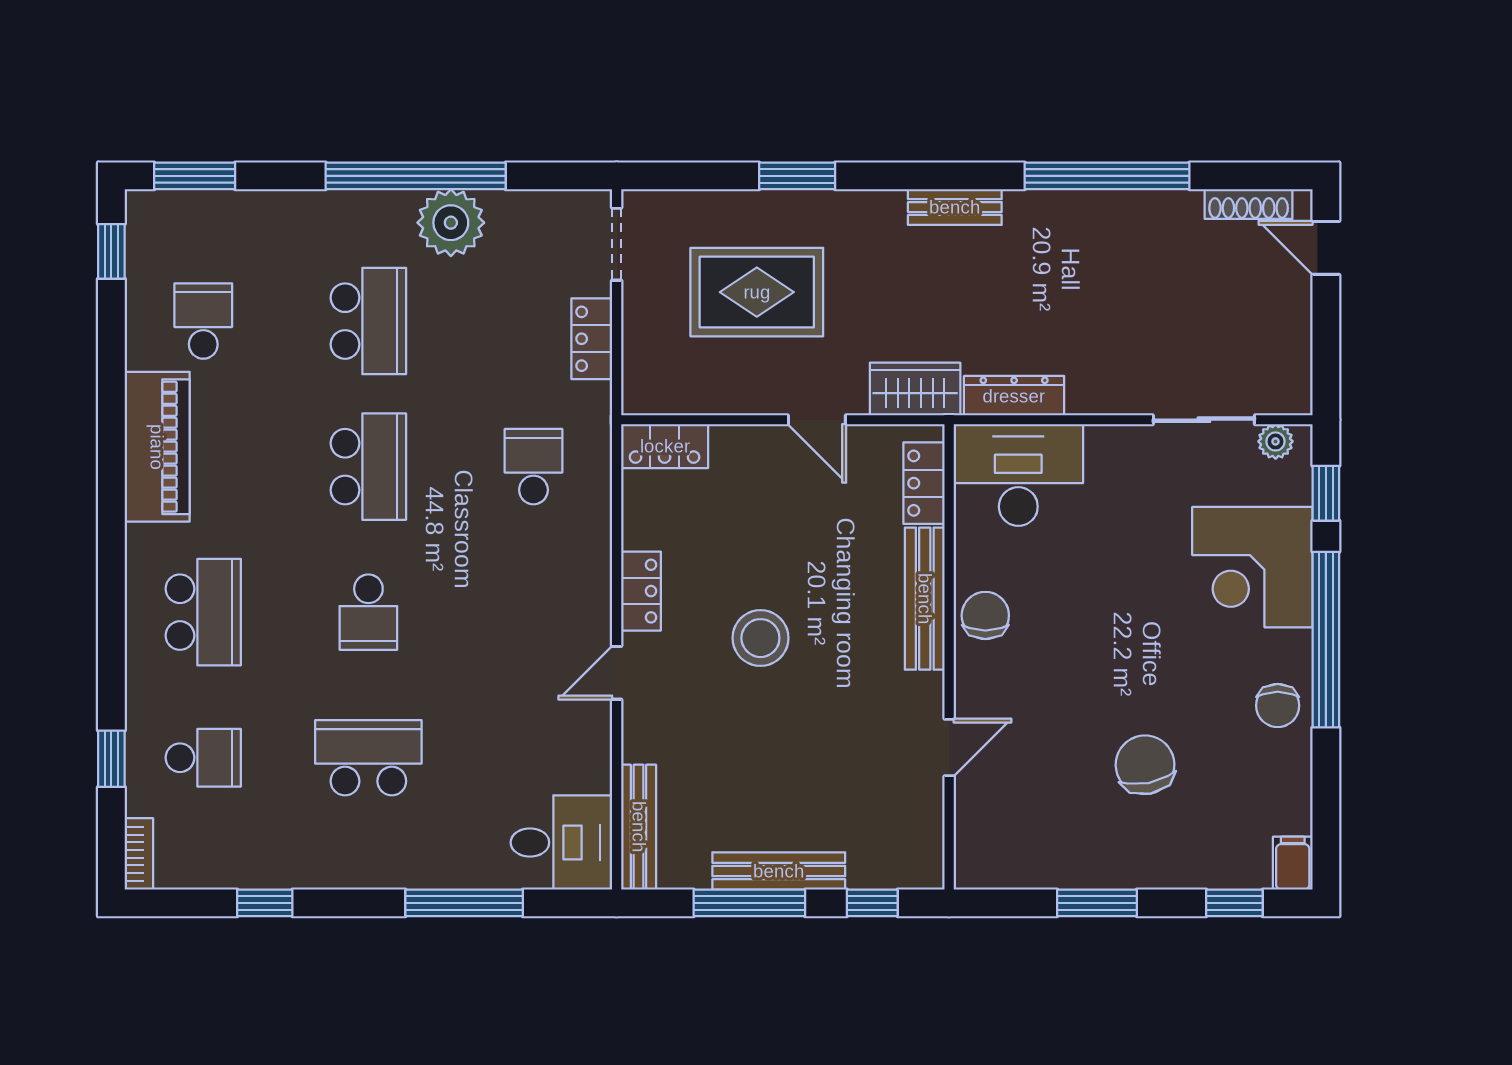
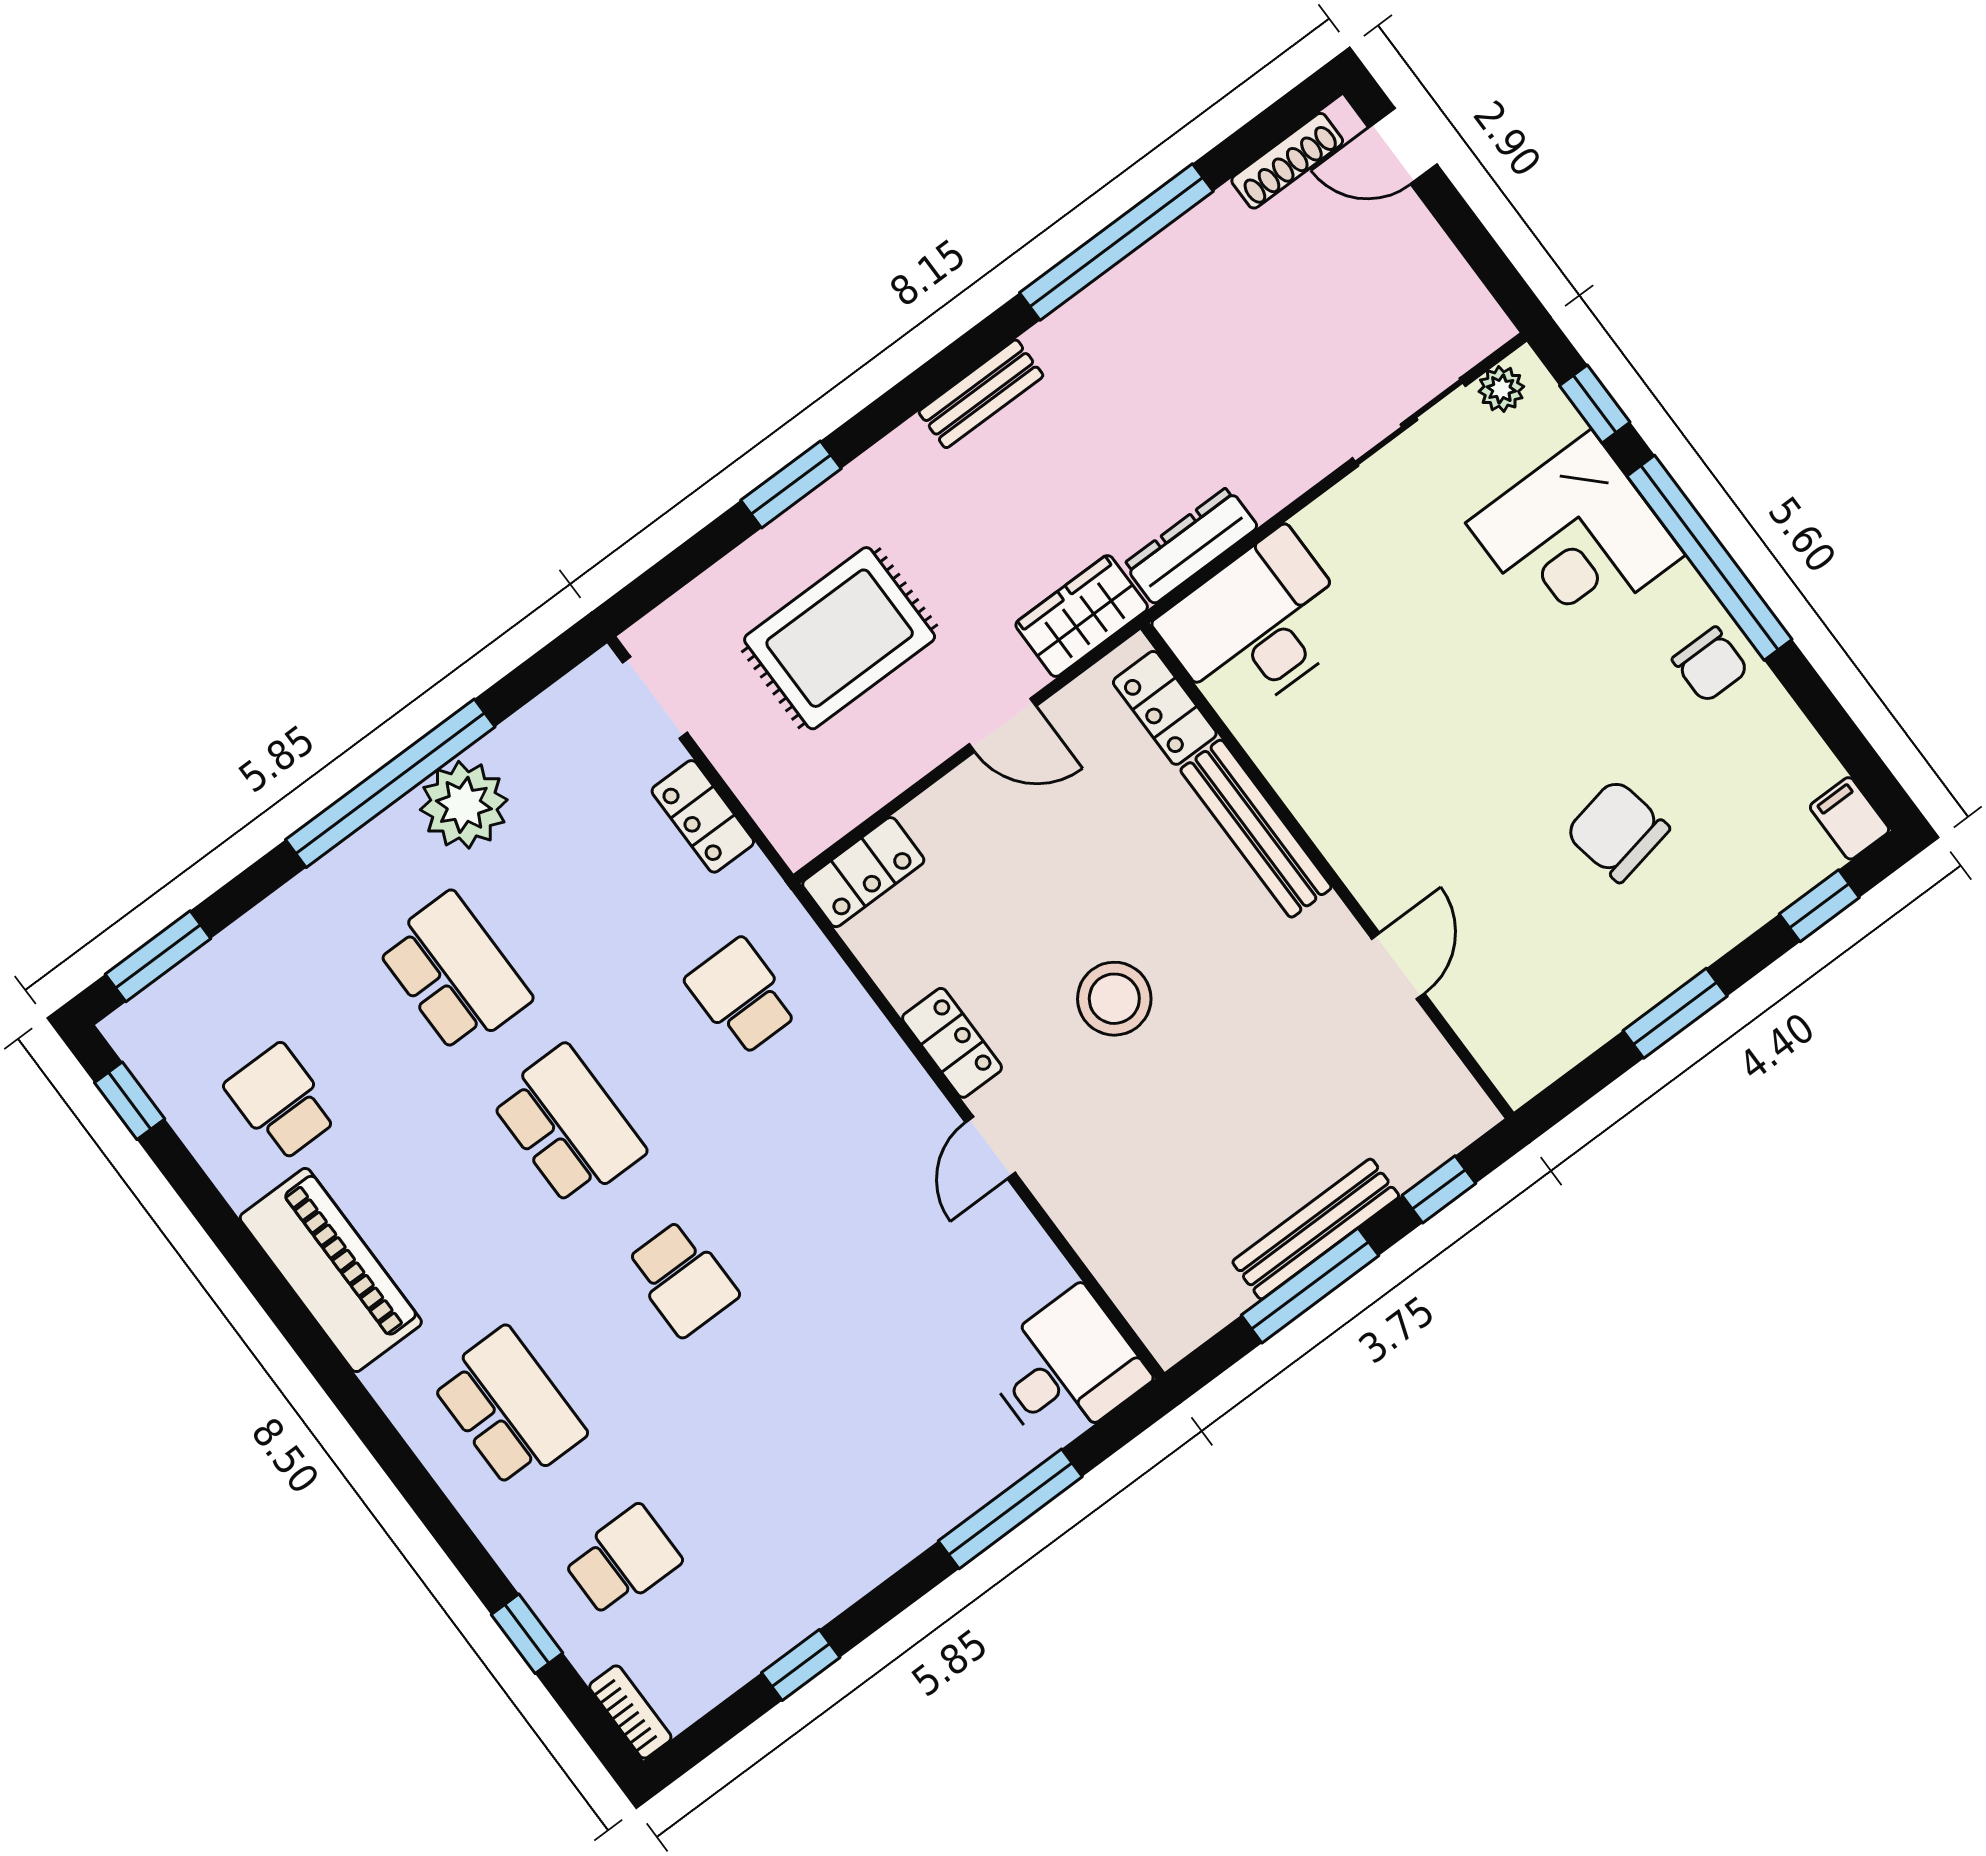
chair: (985, 615) -> (1333, 799), removed
school desk: (368, 758) -> (796, 1431), removed
bench: (639, 827) -> (1134, 1293), removed

